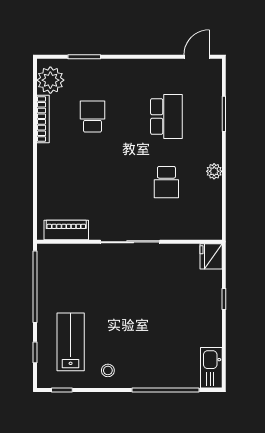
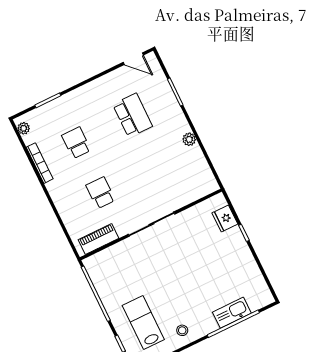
door: (197, 57) -> (133, 59), swing flipped
plant: (50, 80) -> (24, 128), width x0.53, depth x0.53
school desk: (166, 182) -> (101, 193), moved, turned 180
fridge: (211, 256) -> (225, 218), moved
kitchen sink: (211, 368) -> (232, 313), moved, turned 90

